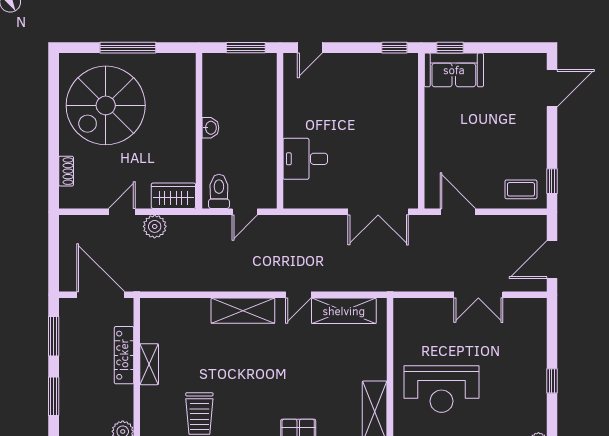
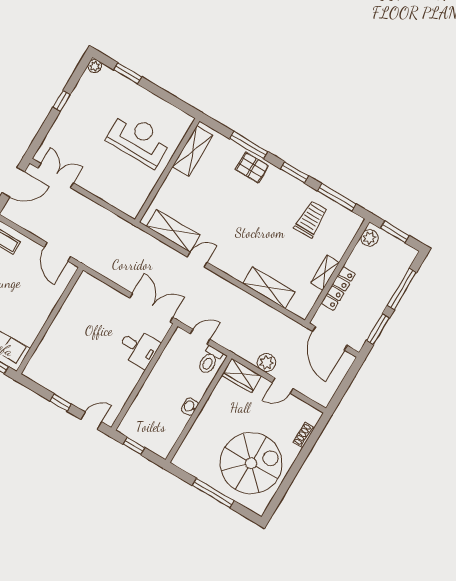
window: (246, 48) -> (134, 446), width x0.67
window: (394, 48) -> (61, 402), moved
double door: (378, 212) -> (151, 308), moved
double door: (478, 295) -> (56, 176), moved
shelving: (243, 311) -> (269, 288), moved
window: (54, 396) -> (402, 289), width x1.44

